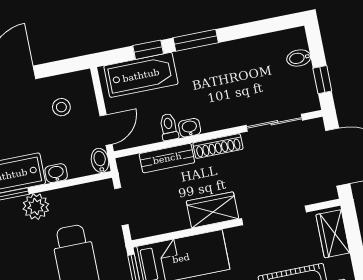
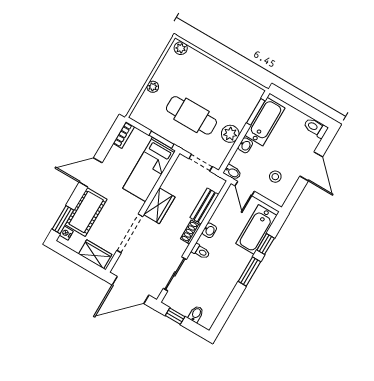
toilet: (169, 127) -> (201, 251), moved
shoe rack: (218, 146) -> (190, 232), width x0.70
plant: (36, 207) -> (230, 134), moved

